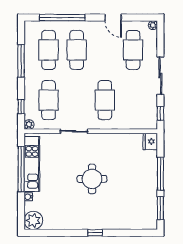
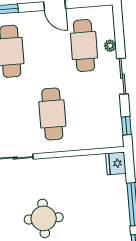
plant: (153, 25) -> (110, 46), moved
sliding door: (160, 76) -> (123, 76), width x0.73

